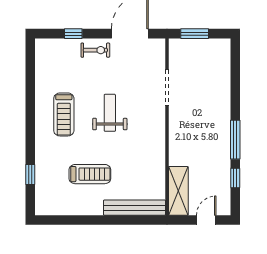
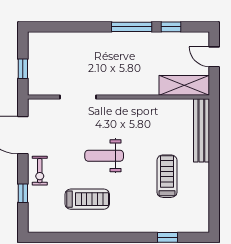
window: (195, 34) -> (23, 69), width x0.67
exercise bike: (95, 50) -> (40, 171), turned 180
treadmill: (64, 114) -> (87, 199), moved

